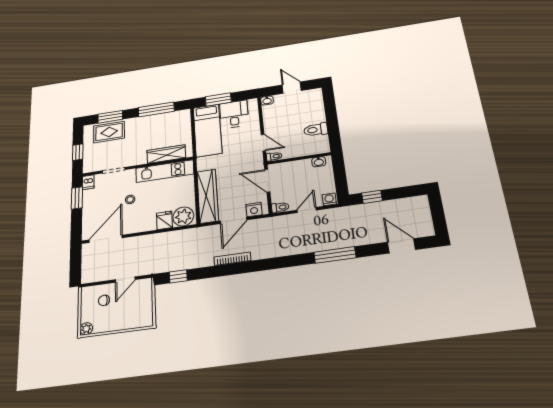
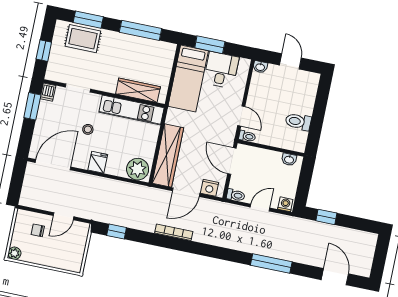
fridge: (164, 220) -> (98, 162), moved

